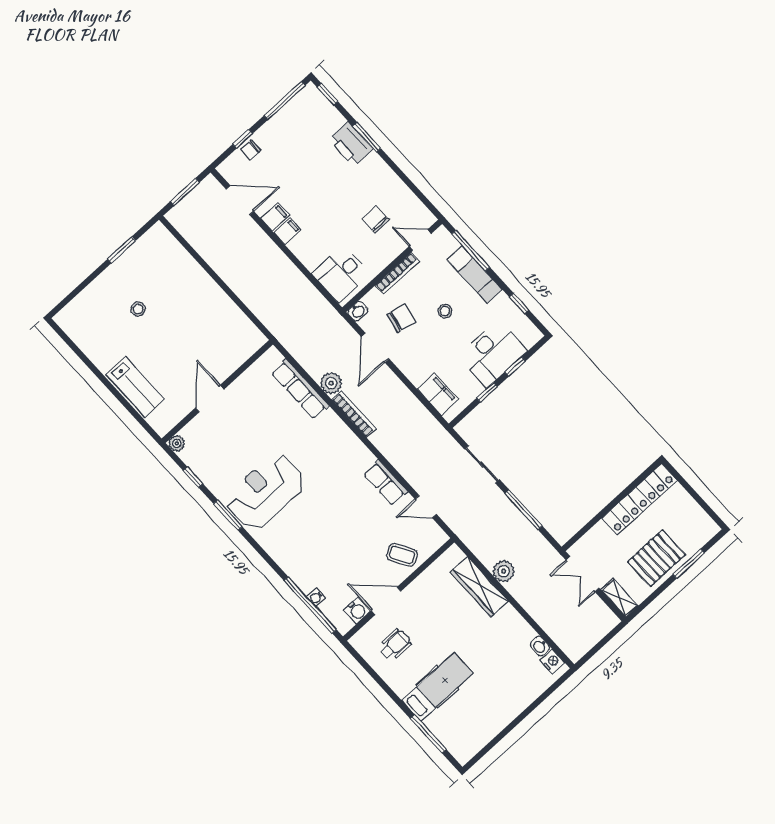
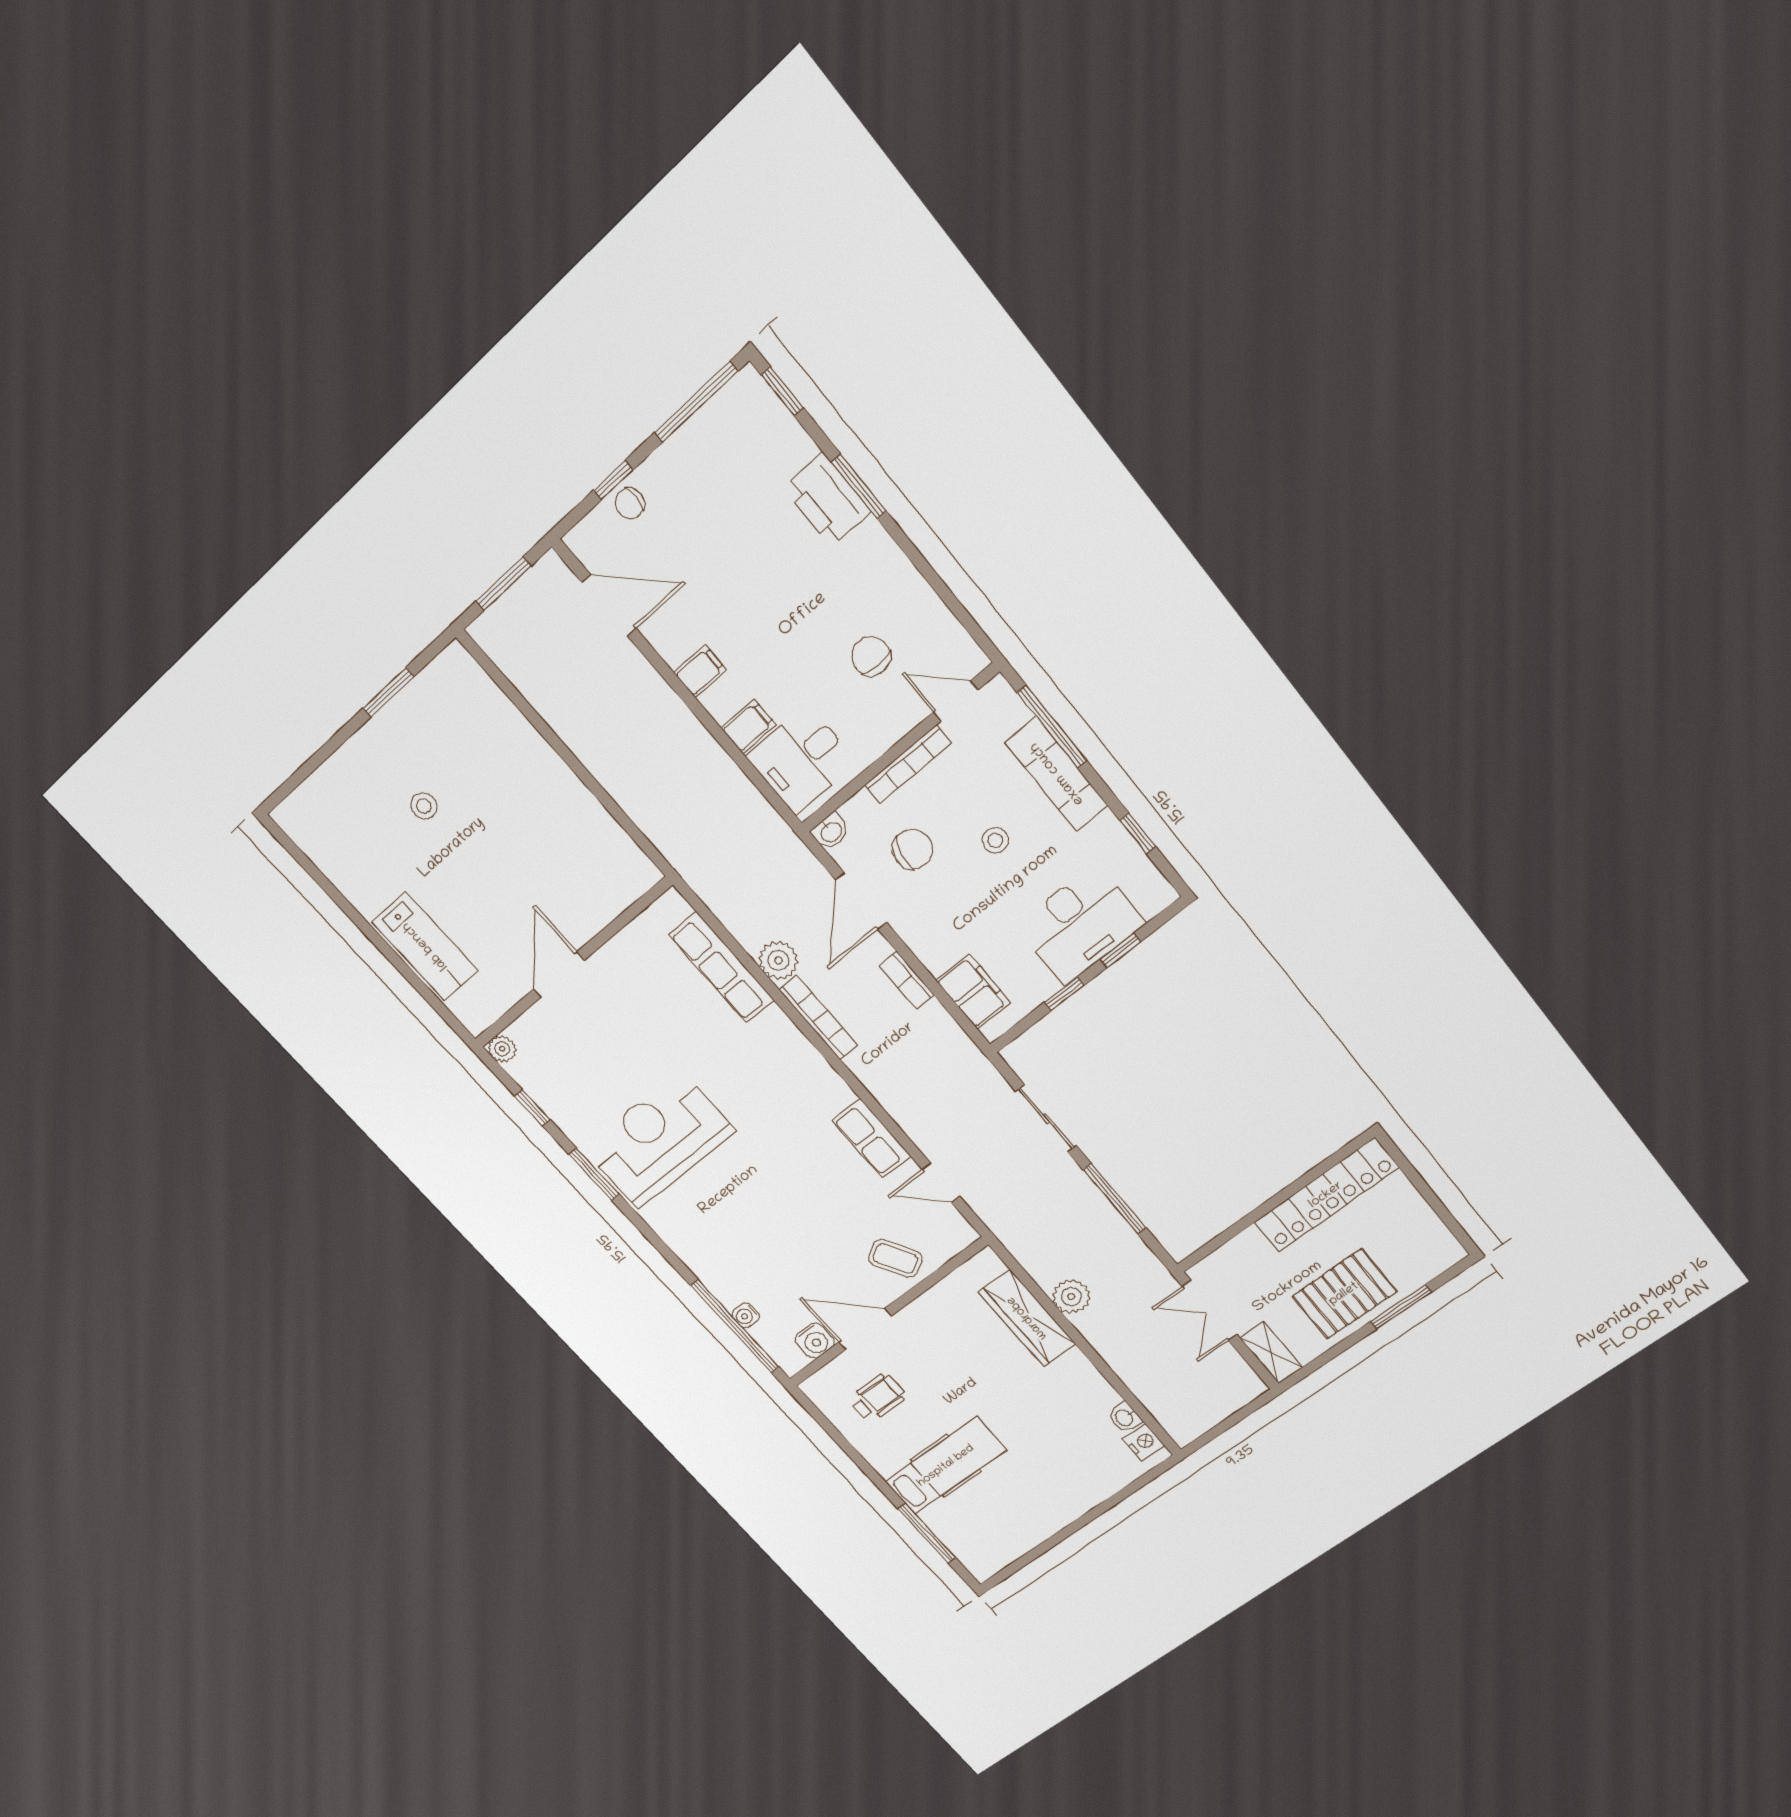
filing cabinet: (275, 217) -> (748, 726), moved
bookcase: (401, 390) -> (907, 980), added

